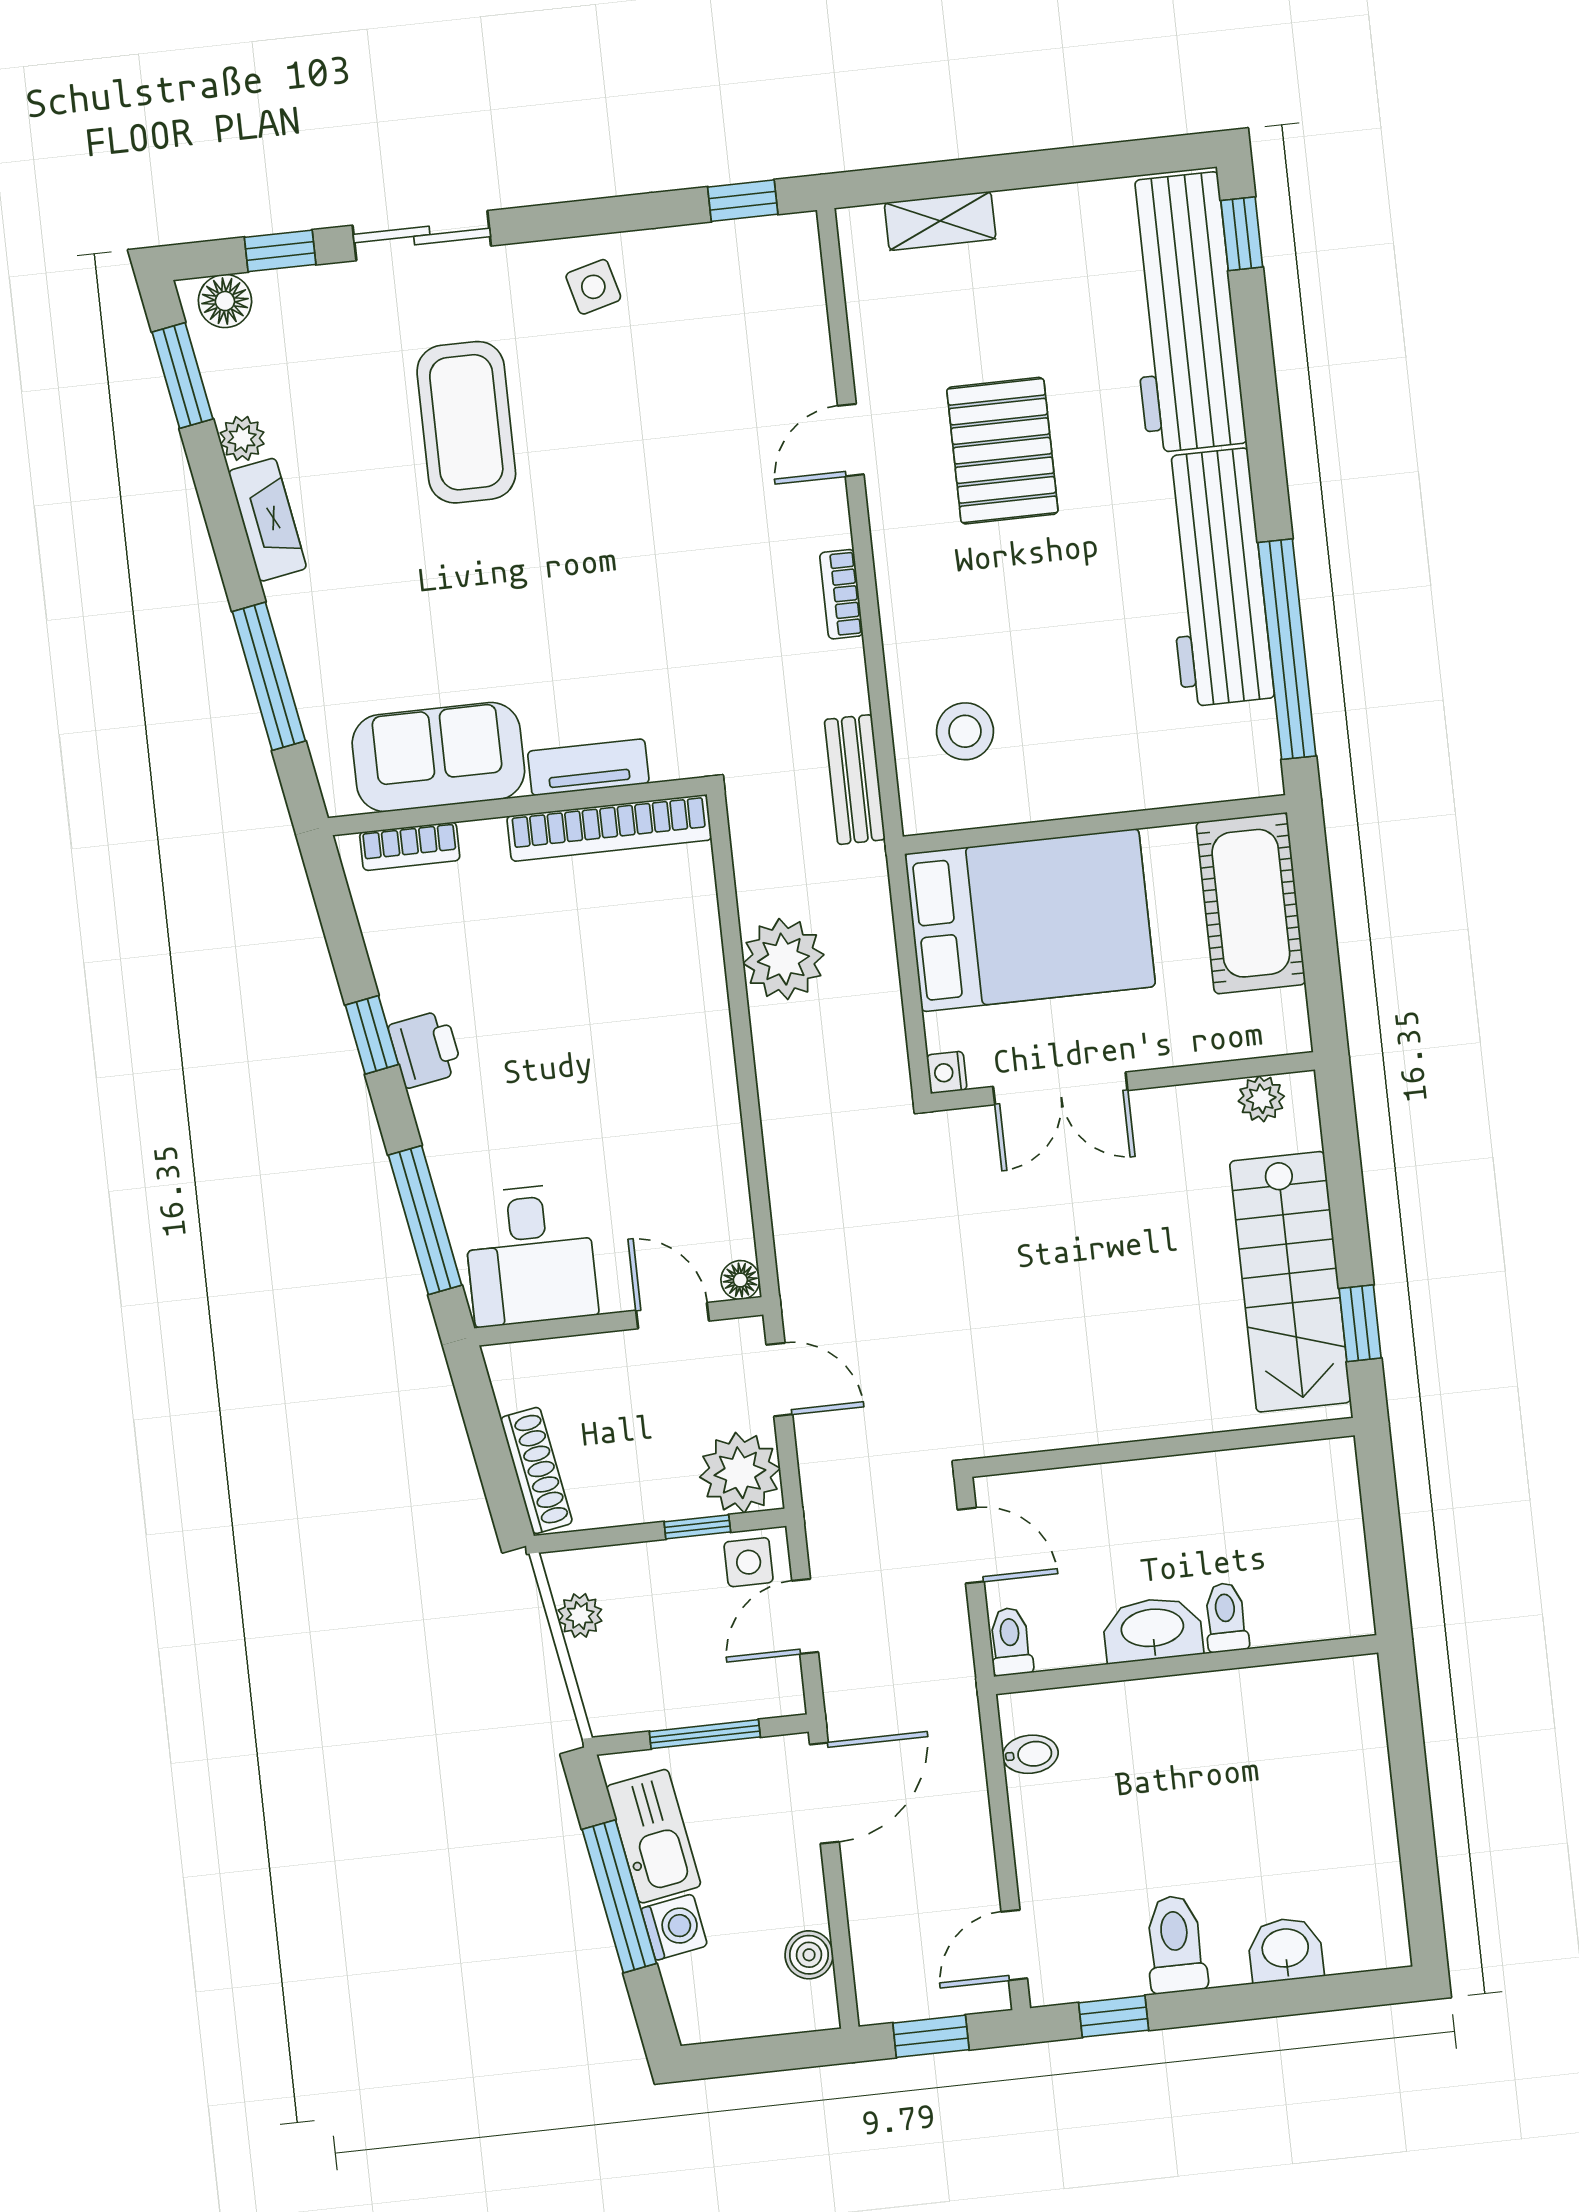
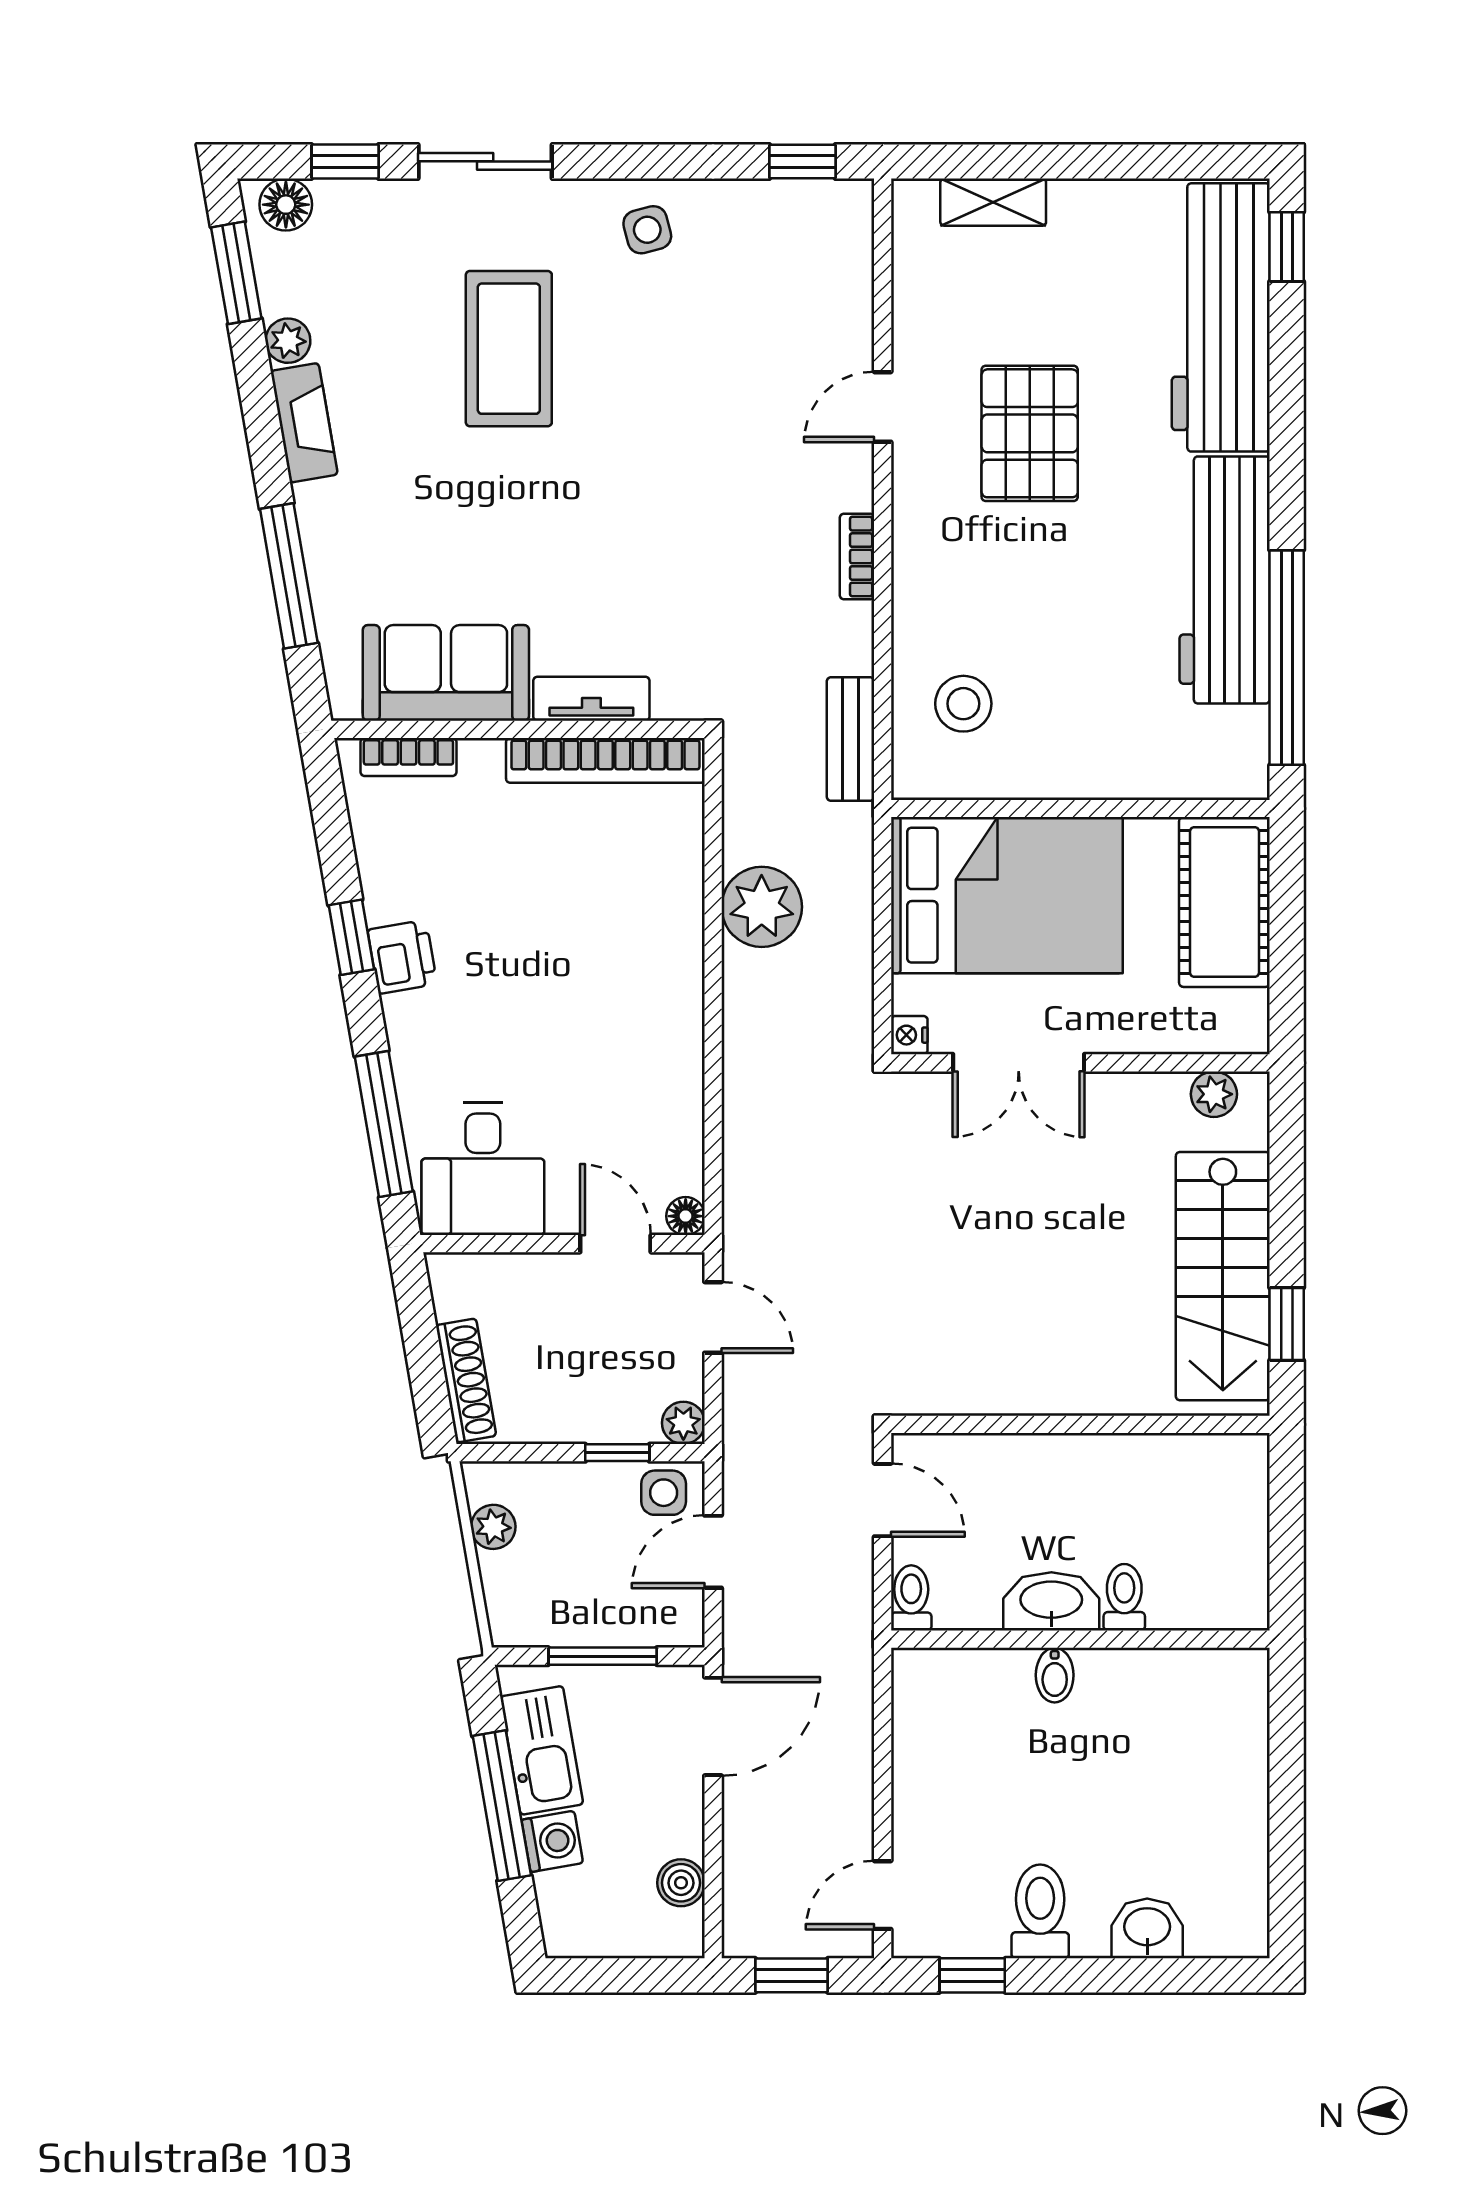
plant: (740, 1473) -> (683, 1423), width x0.53, depth x0.53
bidet: (1030, 1754) -> (1055, 1675), moved, turned 90

